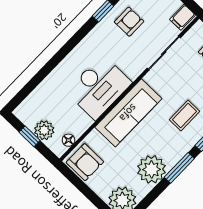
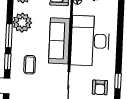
desk: (99, 87) -> (90, 41), width x1.36, depth x1.30

